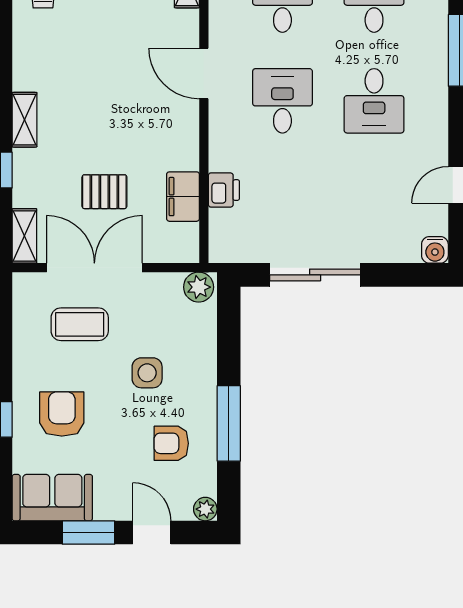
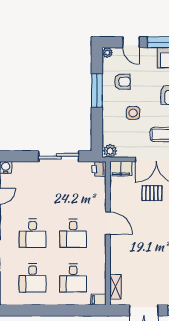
door: (204, 73) -> (108, 223), moved
desk: (374, 101) -> (33, 233), turned 180
printer: (224, 190) -> (99, 169), moved
filing cabinet: (183, 197) -> (121, 169), moved, turned 90

